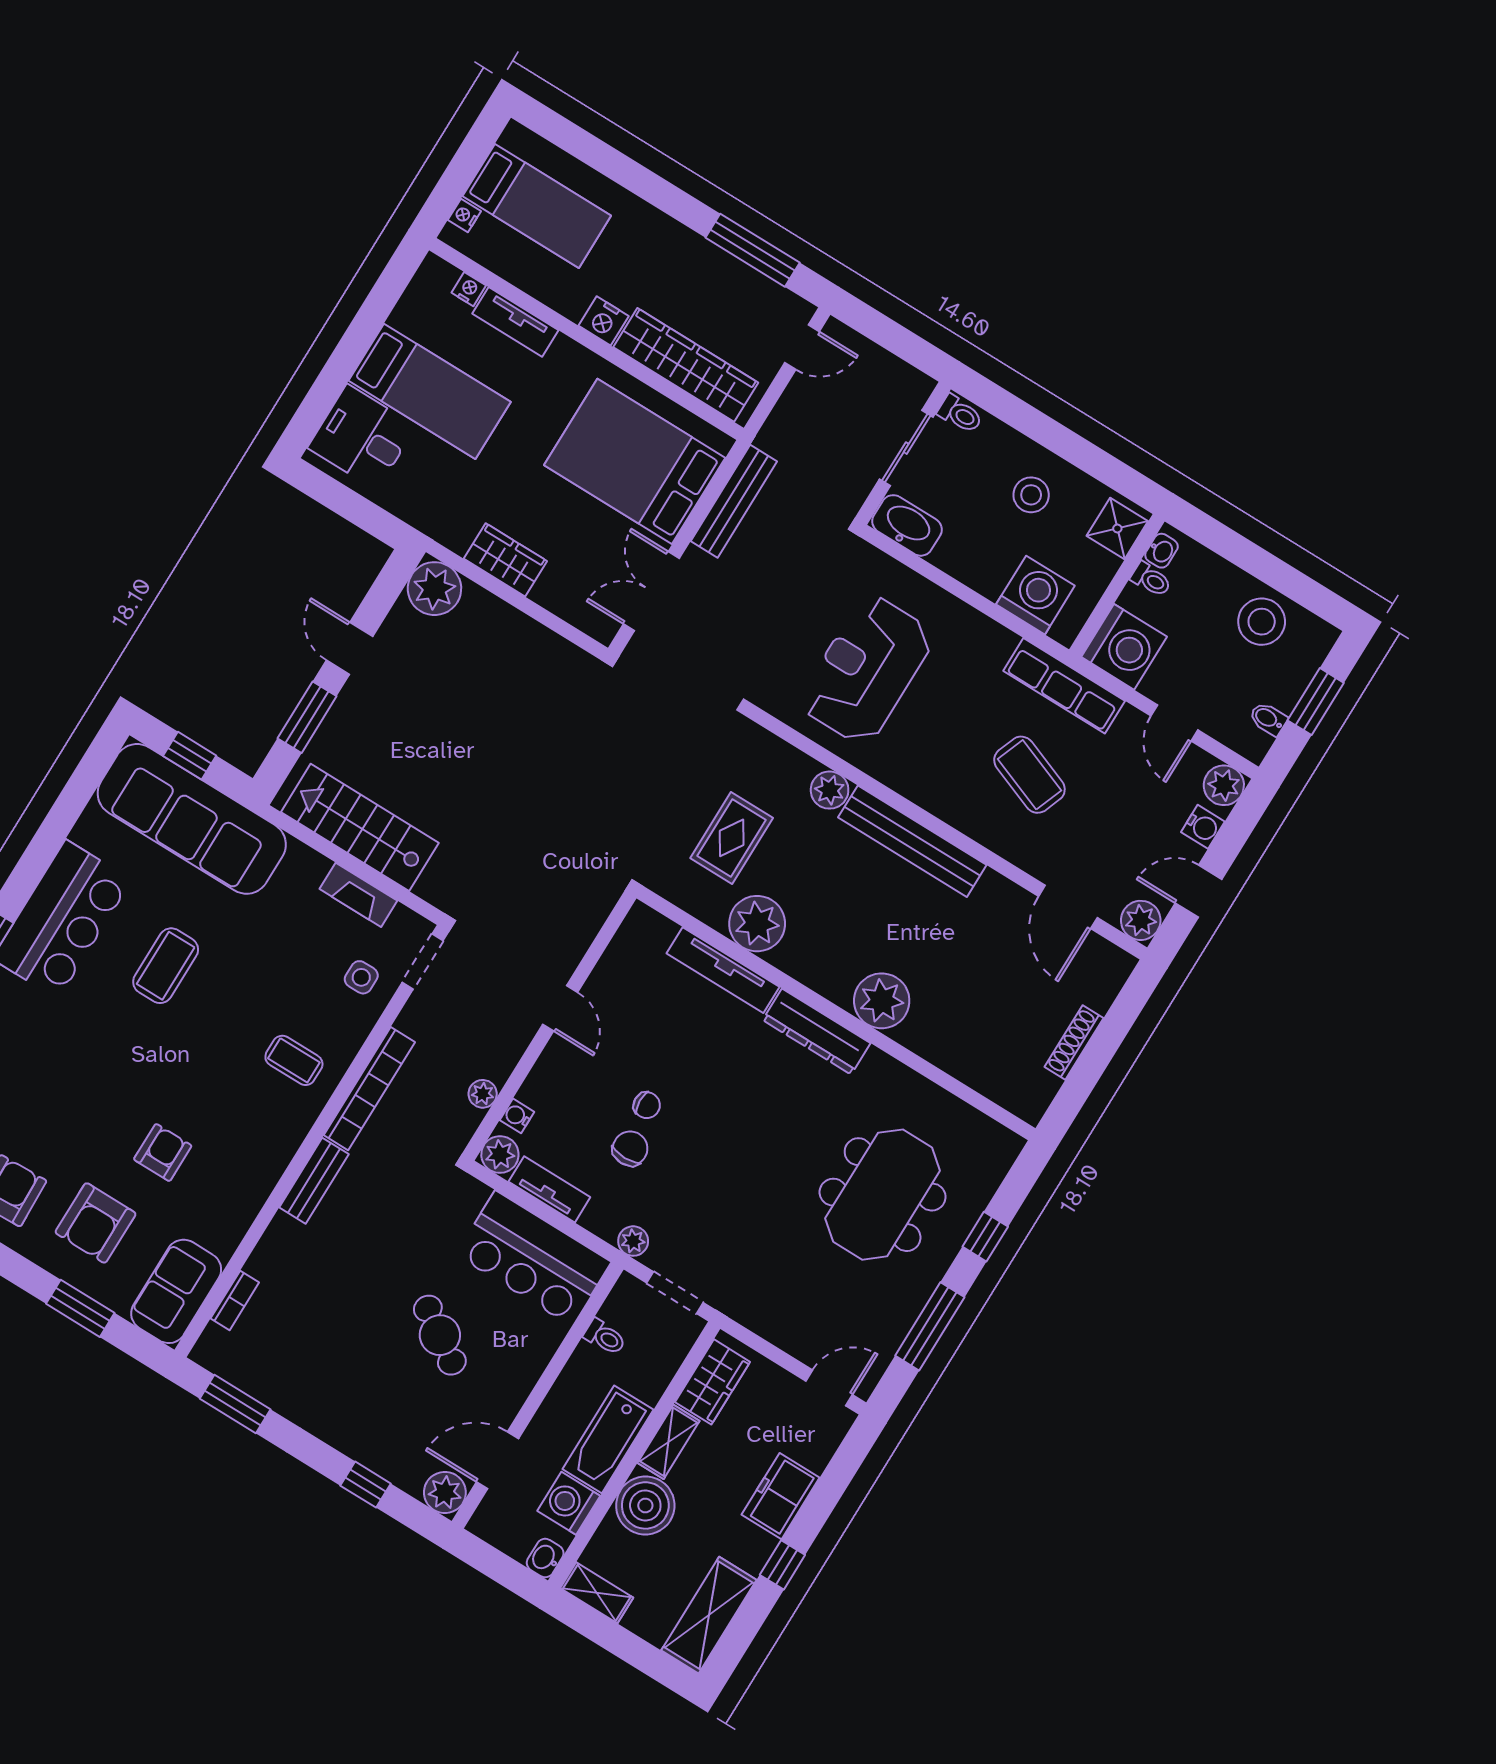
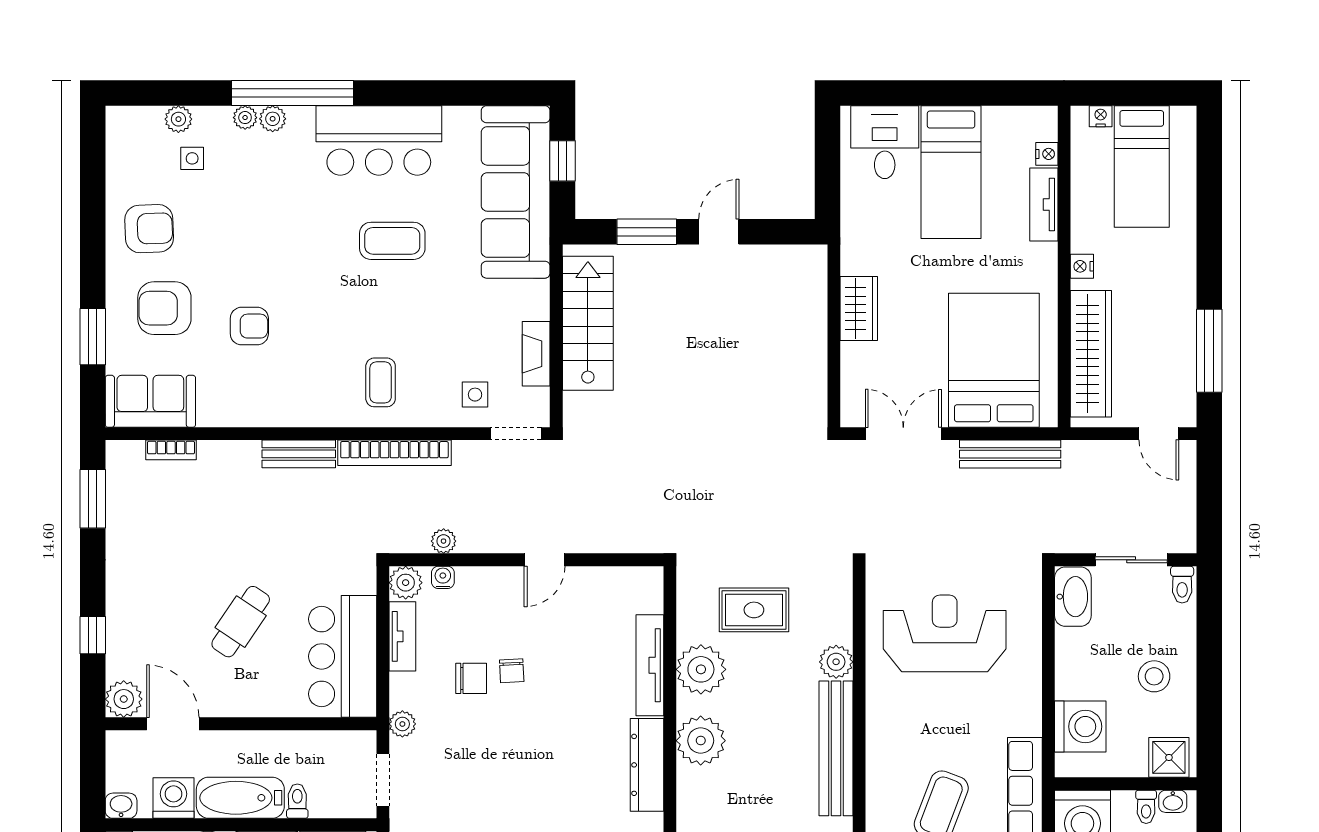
nightstand: (604, 321) -> (1082, 266), width x0.72, depth x0.74
plant: (434, 589) -> (804, 268), removed
plant: (882, 1001) -> (701, 741), moved
toilet: (605, 1337) -> (297, 801), moved, turned 180

